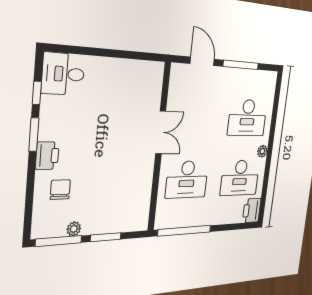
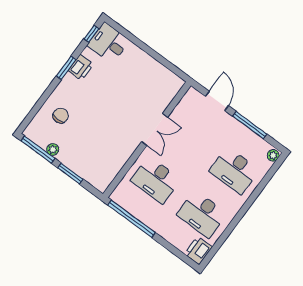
window: (37, 93) -> (91, 34), moved
plant: (262, 151) -> (273, 155), moved
printer: (47, 156) -> (81, 67), moved

